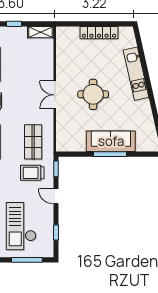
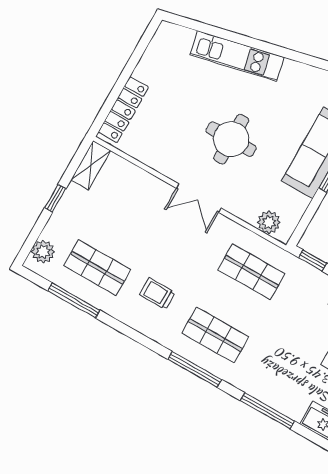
locker: (99, 33) -> (123, 110), moved
plant: (63, 137) -> (269, 222), added
trolley: (32, 173) -> (298, 300), removed

